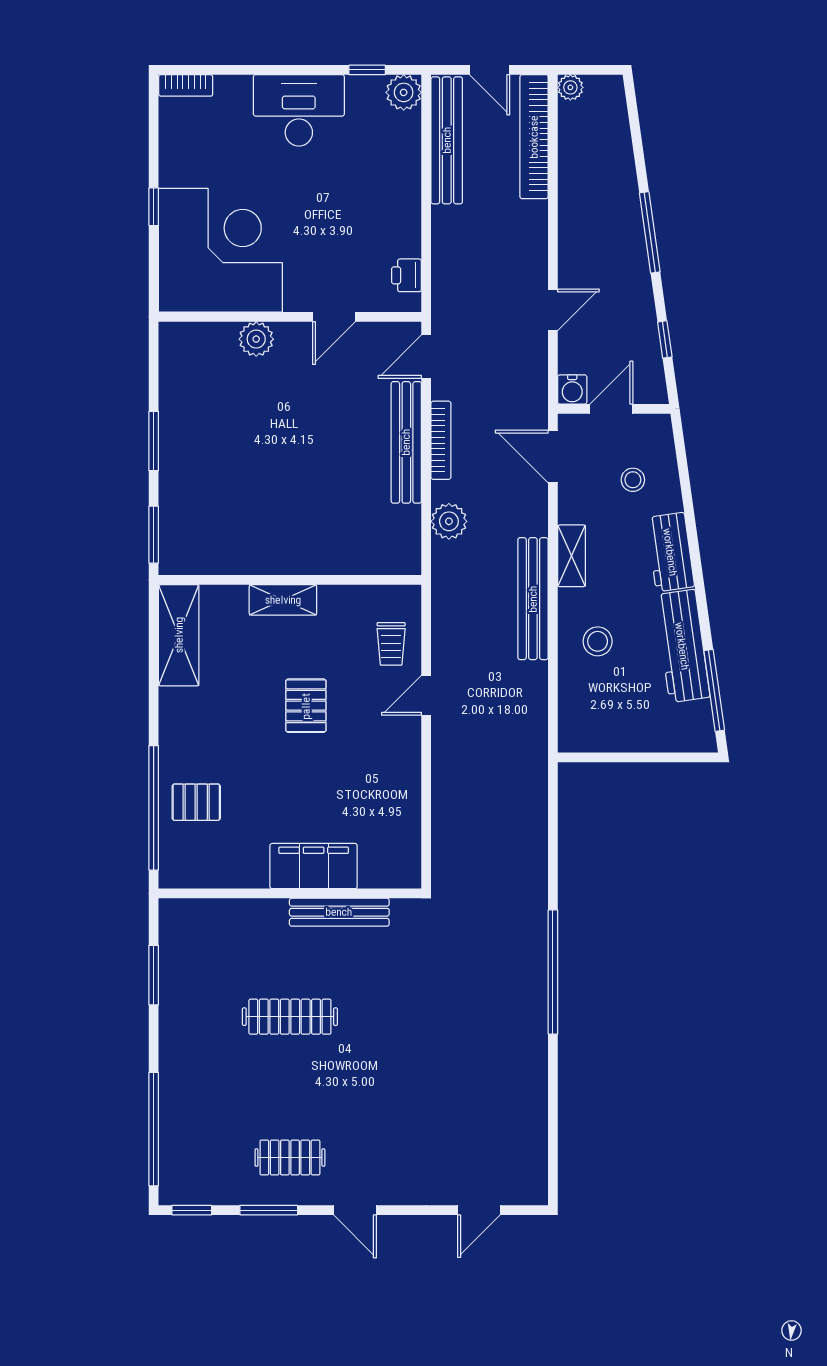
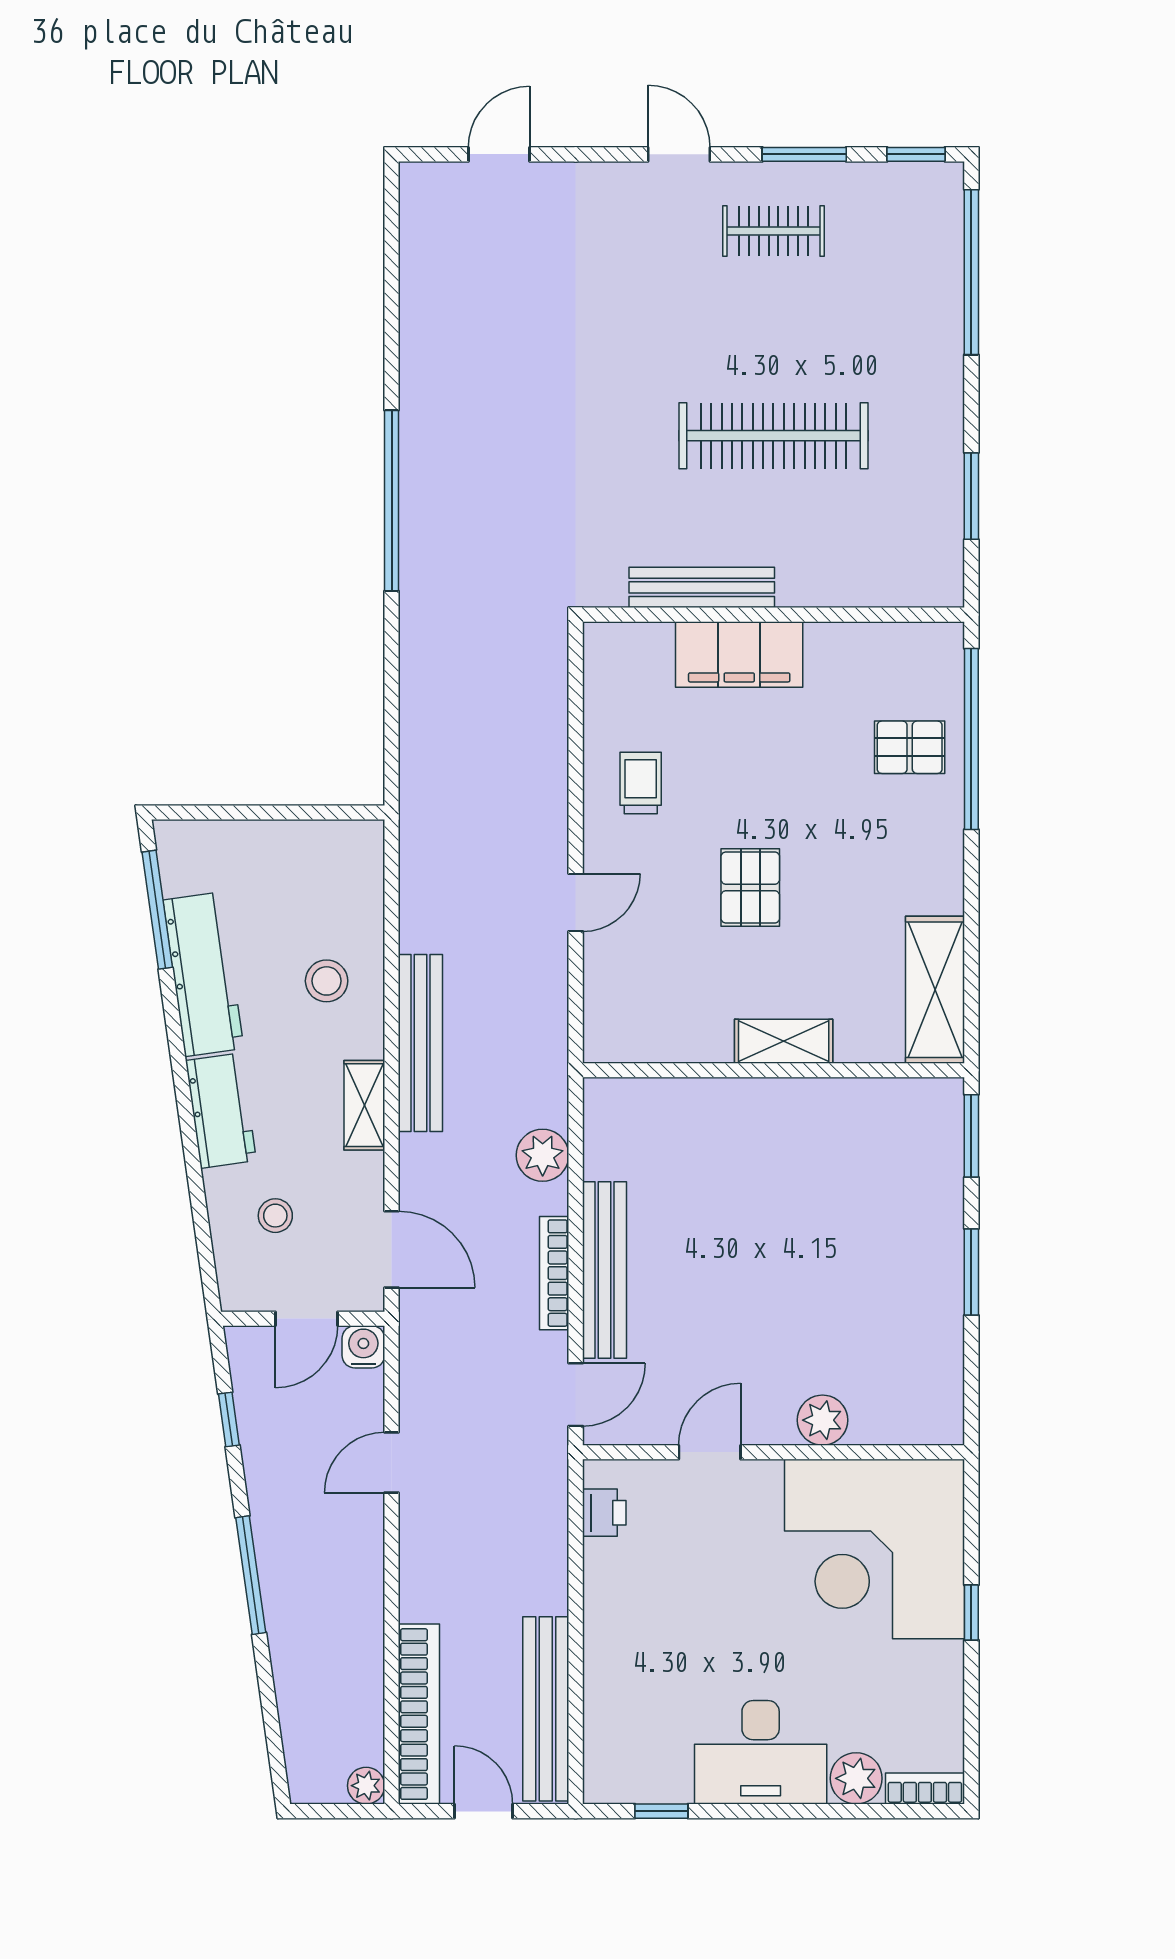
plant: (404, 92) -> (856, 1778), moved
trolley: (391, 644) -> (641, 783), moved
clothes rail: (290, 1017) -> (773, 436), width x1.37, depth x1.31

